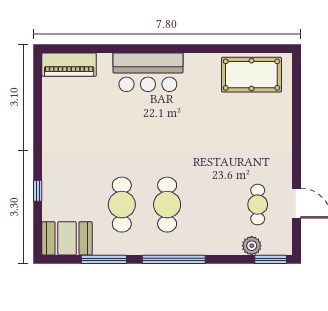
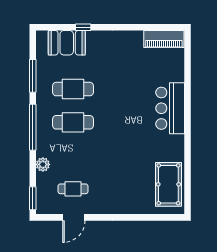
piano: (69, 65) -> (164, 39), moved, turned -90
booth: (67, 238) -> (67, 43), moved, turned 90
plant: (252, 246) -> (43, 164), moved

